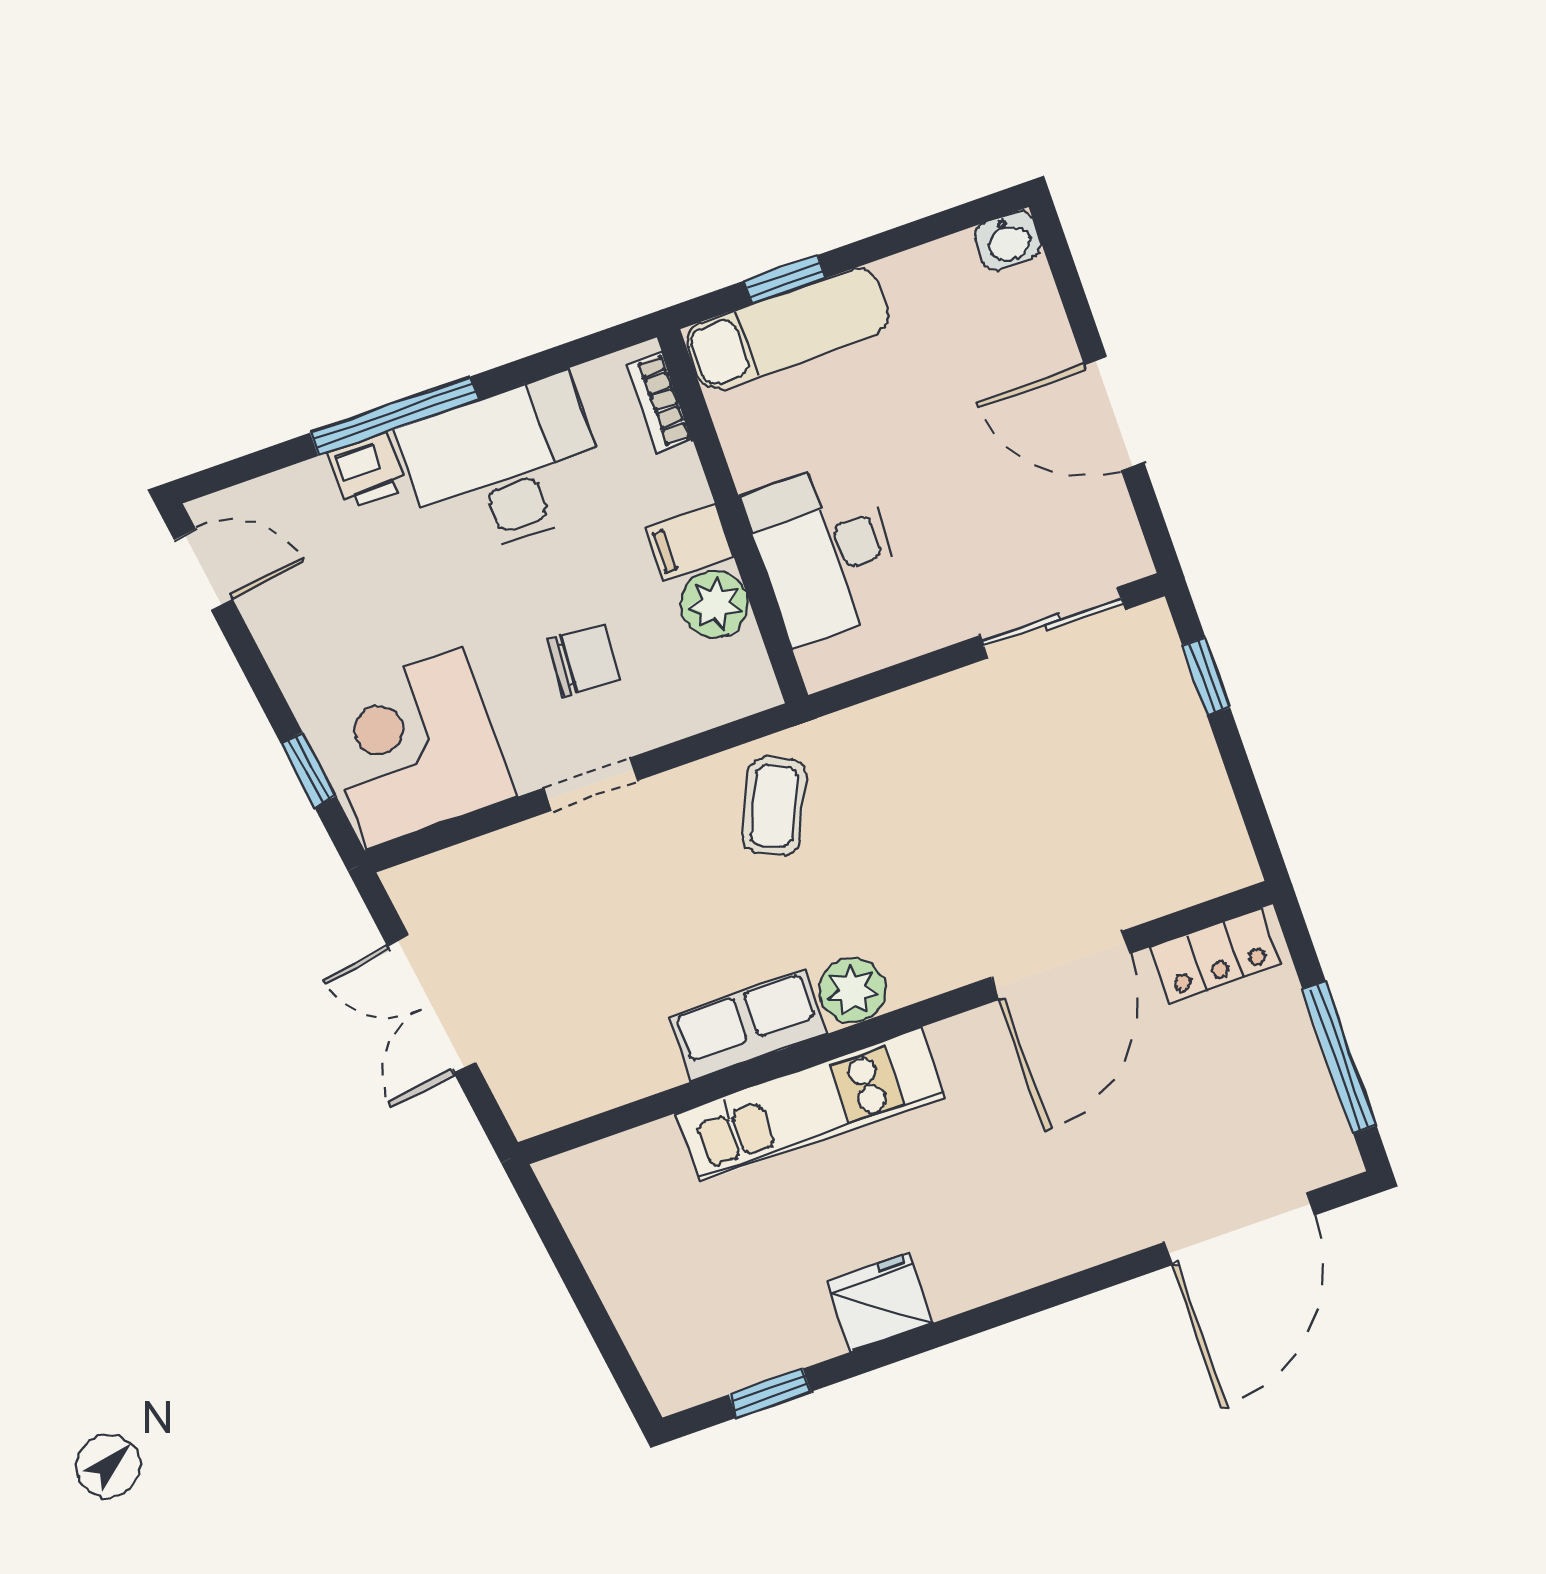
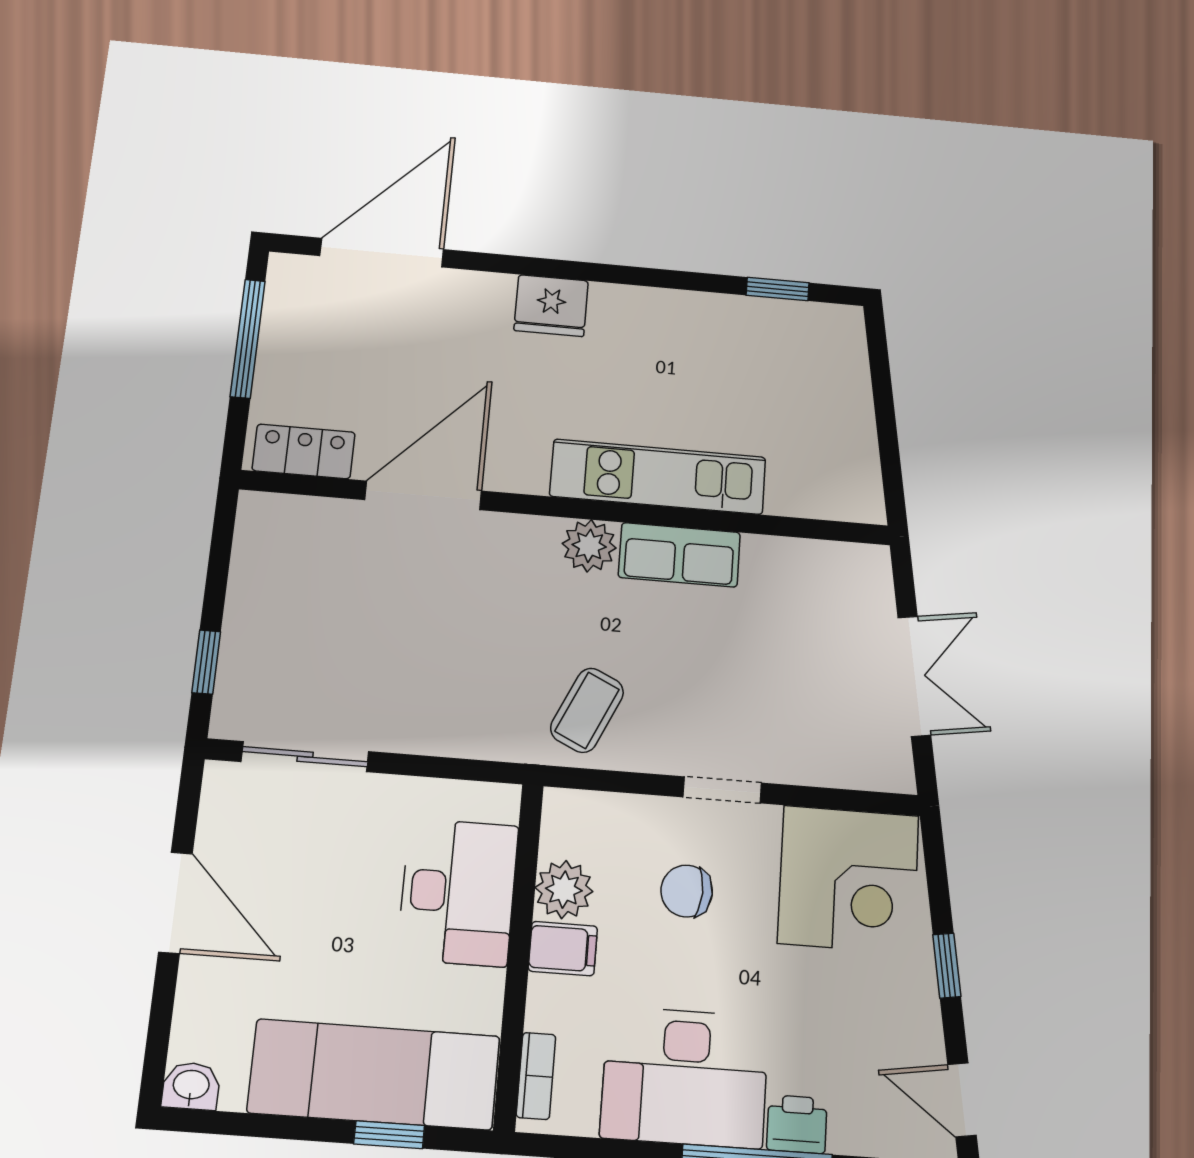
exam couch: (788, 329) -> (374, 1074), width x1.36, depth x1.45
window: (308, 770) -> (947, 966), moved
fridge: (880, 1302) -> (551, 306), moved

